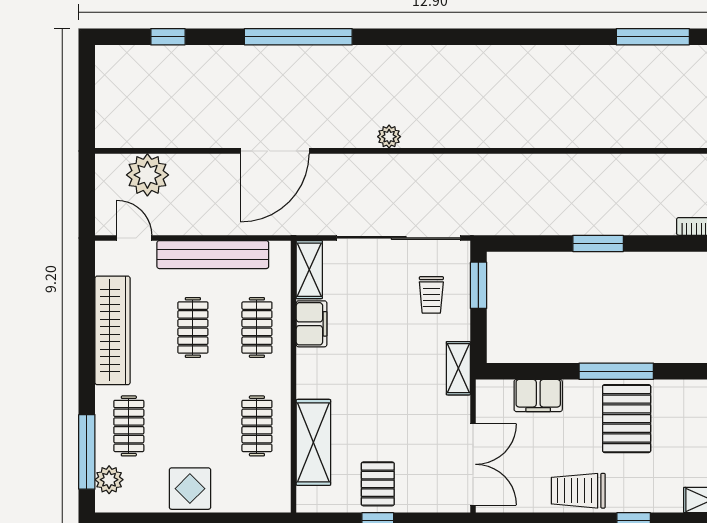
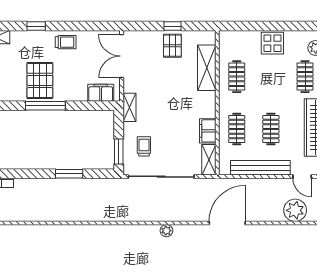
window: (598, 243) -> (69, 174), moved
filing cabinet: (538, 395) -> (101, 93), moved
trolley: (578, 491) -> (66, 42), width x0.73, depth x0.72

